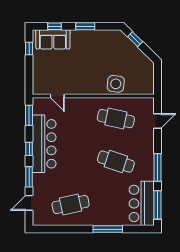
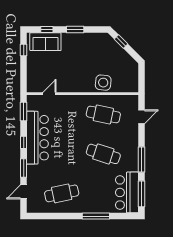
door: (57, 96) -> (49, 94), swing flipped

